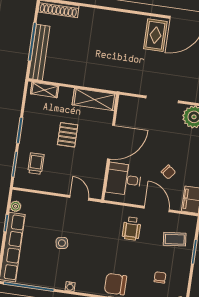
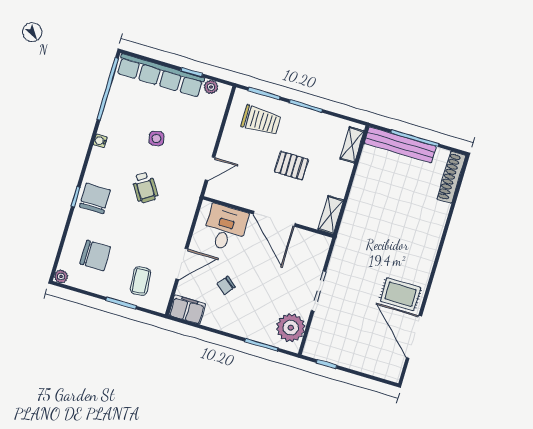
shelving: (94, 100) -> (331, 215), width x0.67, depth x0.75
trolley: (36, 164) -> (261, 120), width x1.36, depth x1.39
wheelchair: (132, 229) -> (145, 187), moved, turned -123
chair: (160, 277) -> (95, 256), width x1.87, depth x1.87

